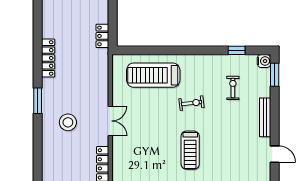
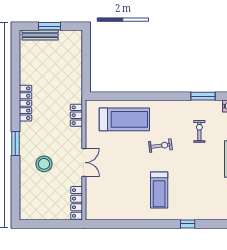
locker: (102, 36) -> (76, 115), moved
window: (237, 50) -> (203, 96), width x1.50
treadmill: (153, 75) -> (124, 119), turned 180

